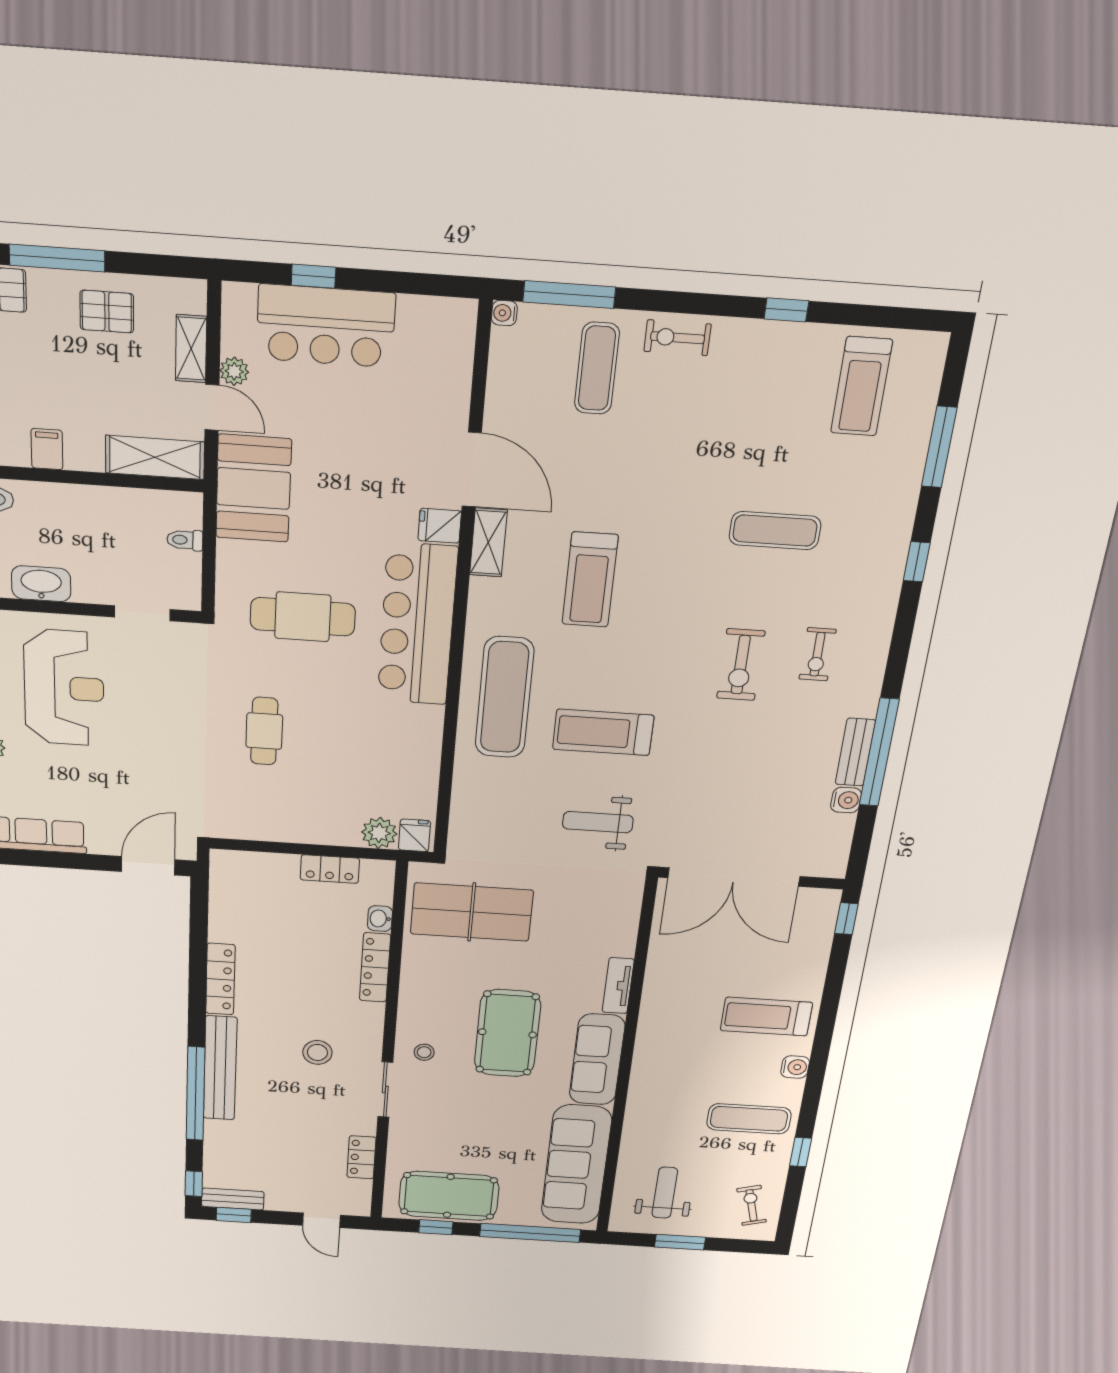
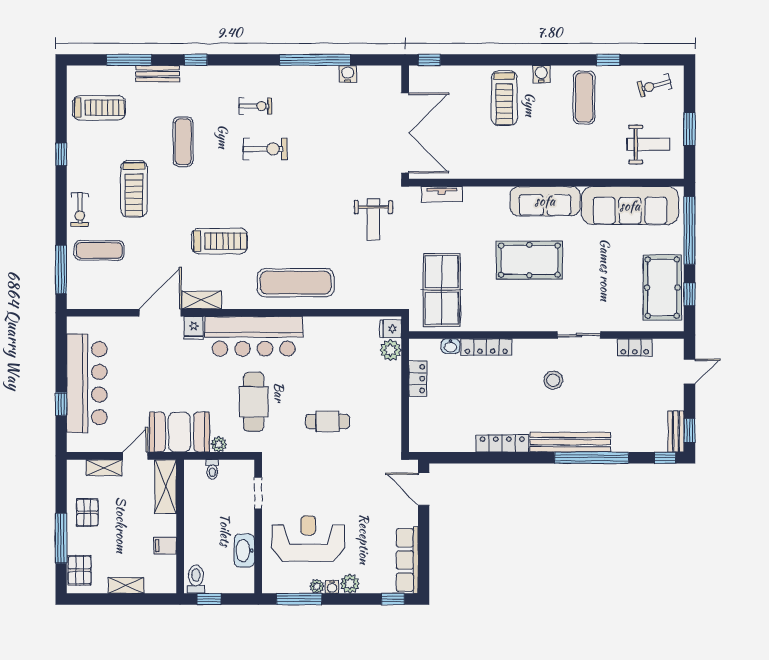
water cooler: (504, 313) -> (73, 302), removed
bar counter: (326, 326) -> (87, 383), width x1.36
plant: (234, 371) -> (219, 444), moved
treadmill: (603, 732) -> (134, 189), moved
bench: (855, 752) -> (158, 74), moved
tv unit: (618, 986) -> (442, 194), moved
stool: (424, 1052) -> (548, 312), removed
weight bench: (665, 1193) -> (648, 144), turned 180

